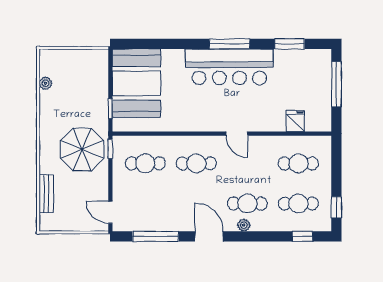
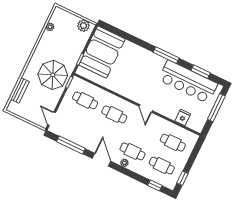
plant: (92, 59) -> (83, 26), added
bar counter: (229, 67) -> (188, 82), moved

